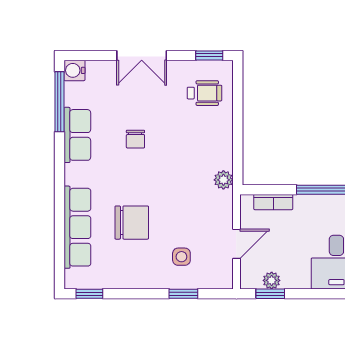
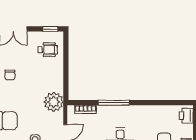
plant: (223, 180) -> (54, 102), width x1.87, depth x1.87

